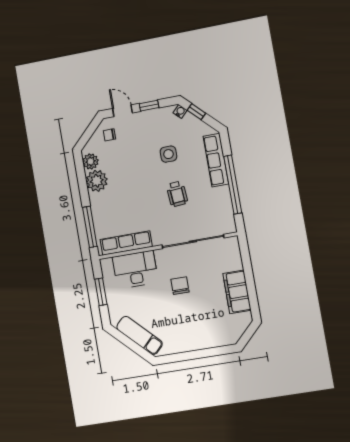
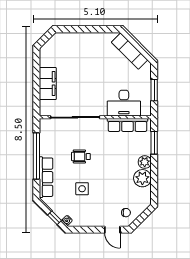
window: (149, 106) -> (91, 230), removed
plant: (91, 161) -> (145, 162), moved
wheelchair: (177, 194) -> (81, 156), turned -86
window: (90, 227) -> (154, 143), width x0.69
chair: (180, 286) -> (91, 85), removed
filing cabinet: (237, 292) -> (48, 84), moved

